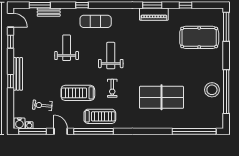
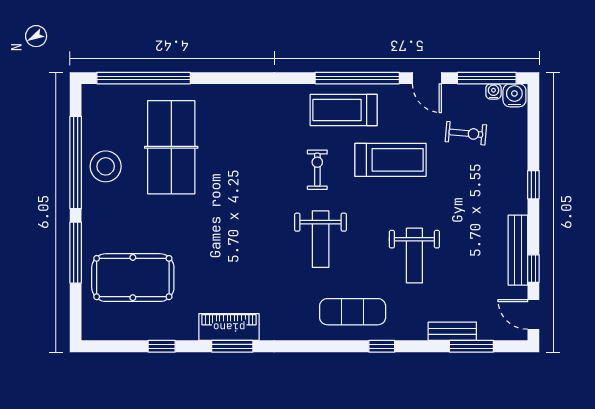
window: (226, 27) -> (76, 253), moved
bench: (18, 74) -> (518, 250), moved
table tennis table: (161, 97) -> (171, 147), moved, turned 90

